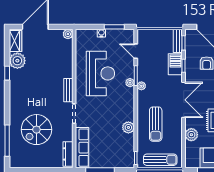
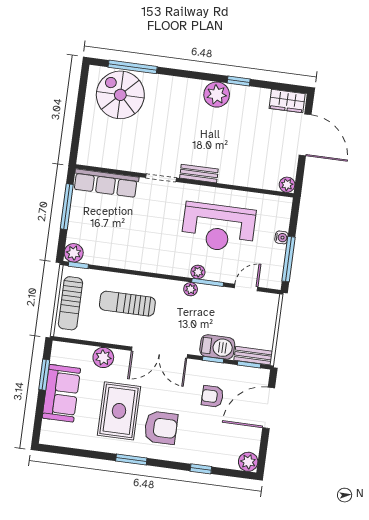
window: (114, 27) -> (289, 259), width x1.44
plant: (17, 61) -> (217, 95), moved
plant: (128, 127) -> (74, 253), moved
spiral stairs: (36, 130) -> (120, 95), moved
dresser: (68, 154) -> (99, 160), removed

